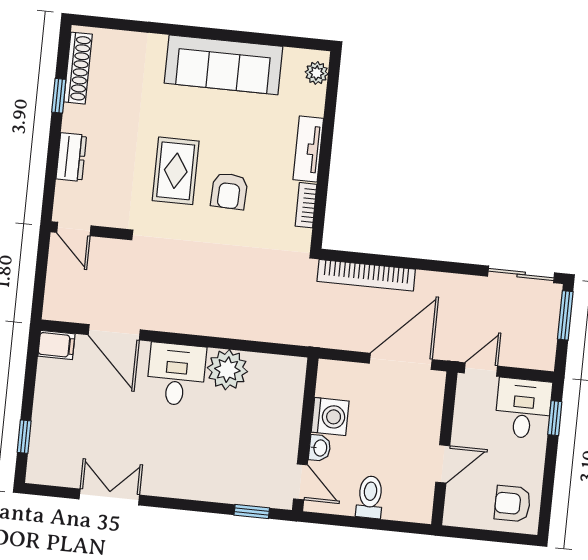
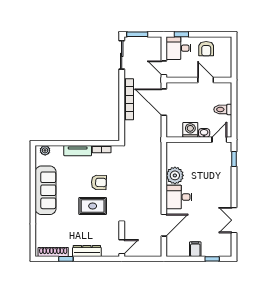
dresser: (71, 157) -> (87, 251), width x1.44
bookcase: (366, 275) -> (129, 99), moved
filing cabinet: (56, 345) -> (195, 249), moved
armchair: (512, 504) -> (206, 49), moved

